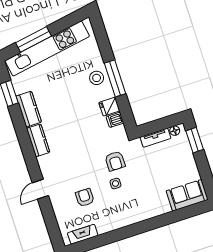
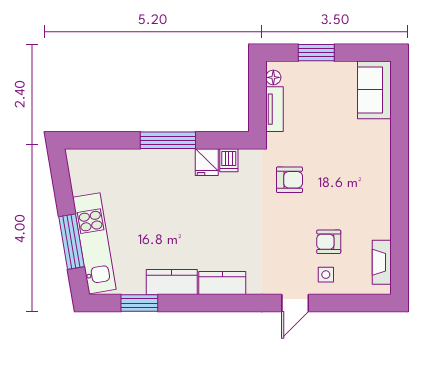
kitchen unit: (47, 48) -> (94, 243), width x0.73
stool: (97, 78) -> (158, 167), removed
window: (195, 140) -> (316, 53), moved
side table: (115, 184) -> (326, 275), moved
door: (40, 189) -> (295, 303), hinge flipped

